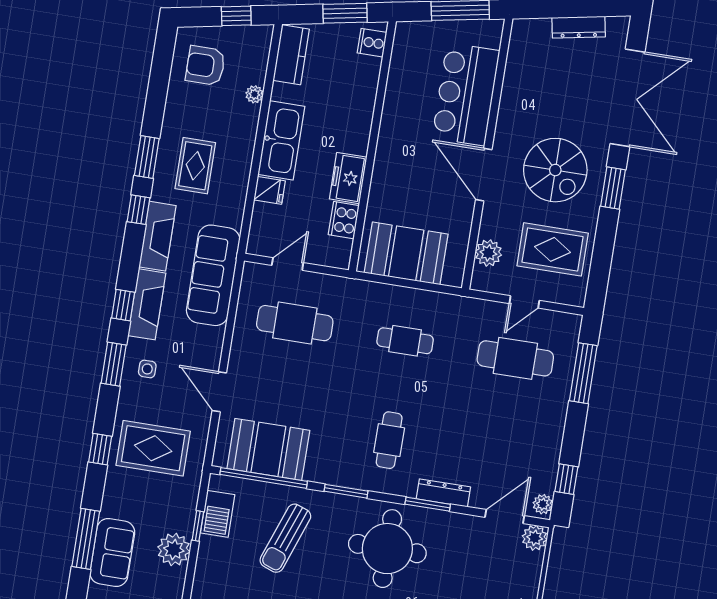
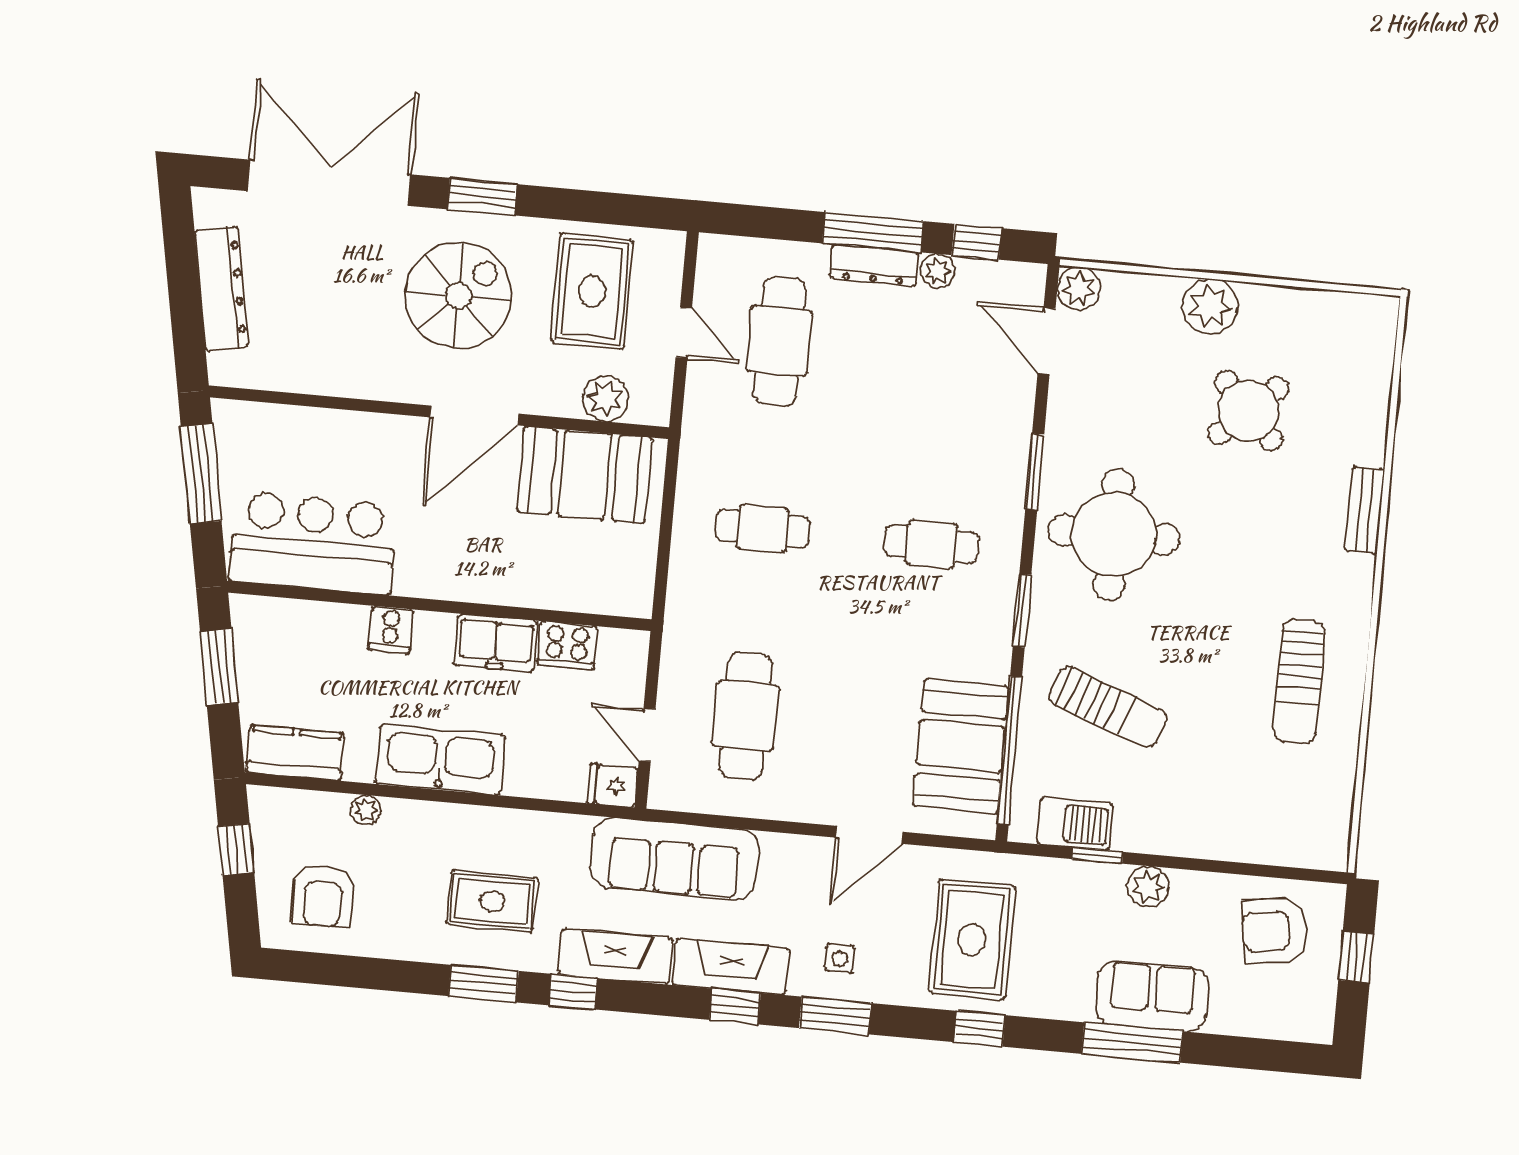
dresser: (579, 27) -> (222, 289), width x1.37, depth x1.24
cooker: (372, 43) -> (391, 630), moved
bar counter: (466, 94) -> (313, 543), moved, turned 180
fridge: (269, 190) -> (613, 785), moved, turned -90
booth: (406, 253) -> (584, 475), moved, turned 90
cafe table: (405, 341) -> (763, 529), turned 90
window: (583, 373) -> (873, 232), moved
dresser: (443, 493) -> (874, 265), moved, turned -90
plant: (543, 504) -> (937, 271), moved
plant: (174, 550) -> (1148, 887), width x0.73, depth x0.73

